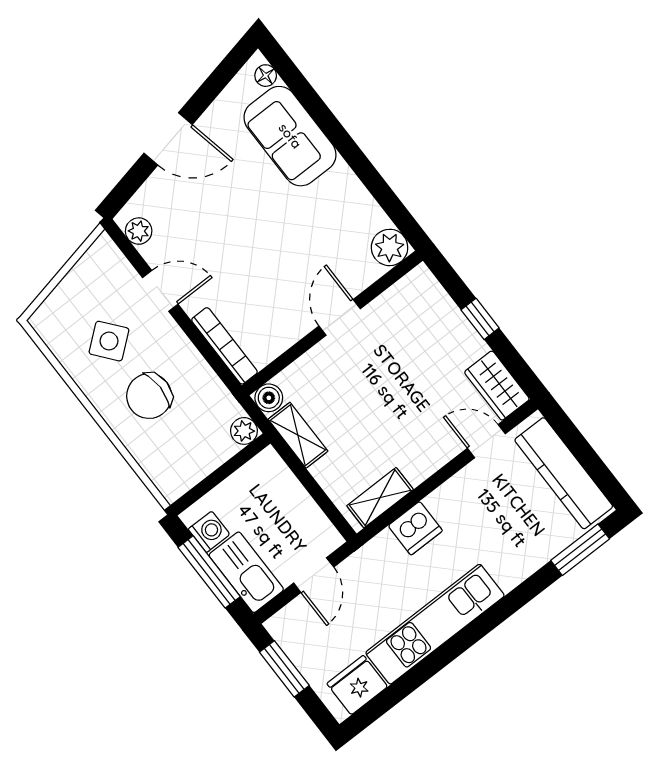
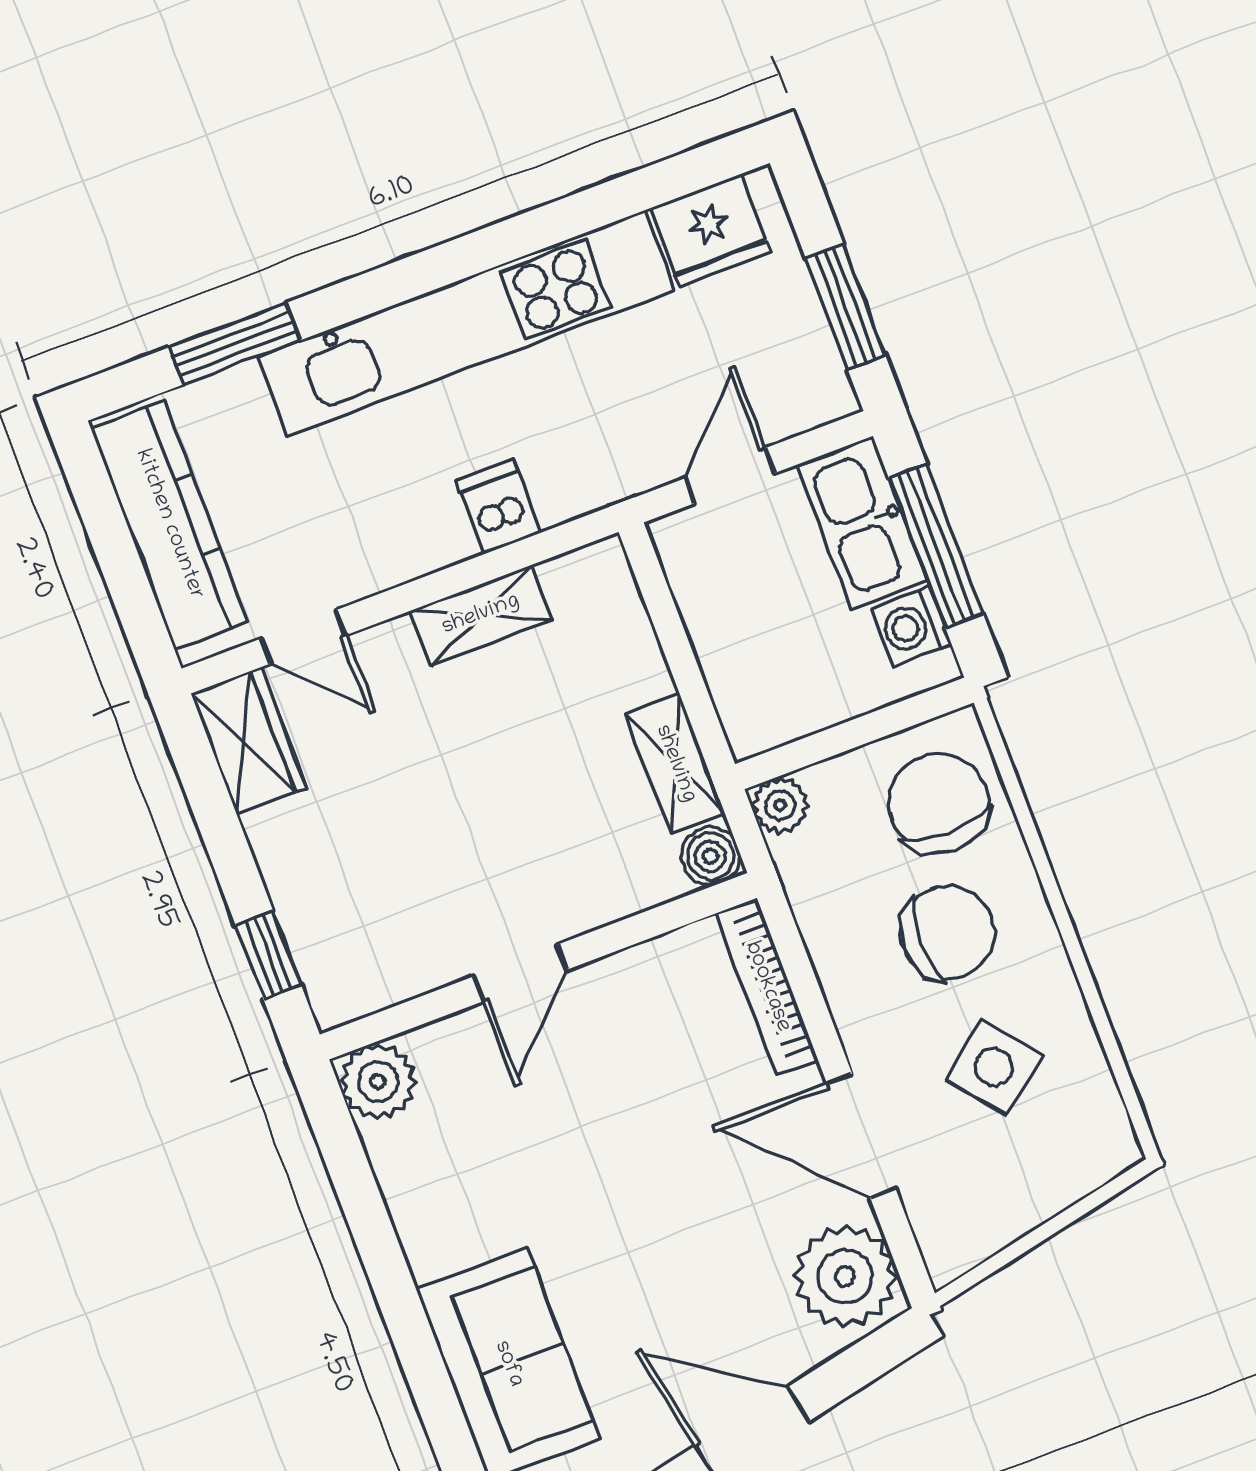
plant: (139, 231) -> (845, 1276), width x1.88, depth x1.88
door: (160, 291) -> (861, 1136), width x1.38
window: (480, 319) -> (268, 955), moved
chair: (172, 454) -> (939, 803), added
shelving: (380, 498) -> (481, 615), moved
dishwasher: (415, 528) -> (499, 507), width x0.73
window: (580, 550) -> (235, 344), moved
kitchen unit: (435, 624) -> (467, 323), width x1.36

